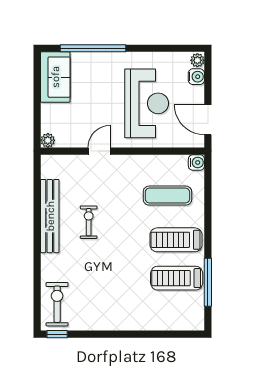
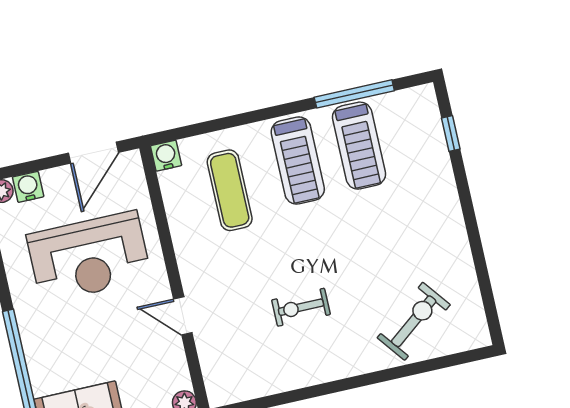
reception desk: (147, 103) -> (89, 257), turned 180
bench: (50, 216) -> (305, 372), removed
exercise bike: (57, 304) -> (414, 321), moved, turned 142
window: (57, 334) -> (451, 134), moved

